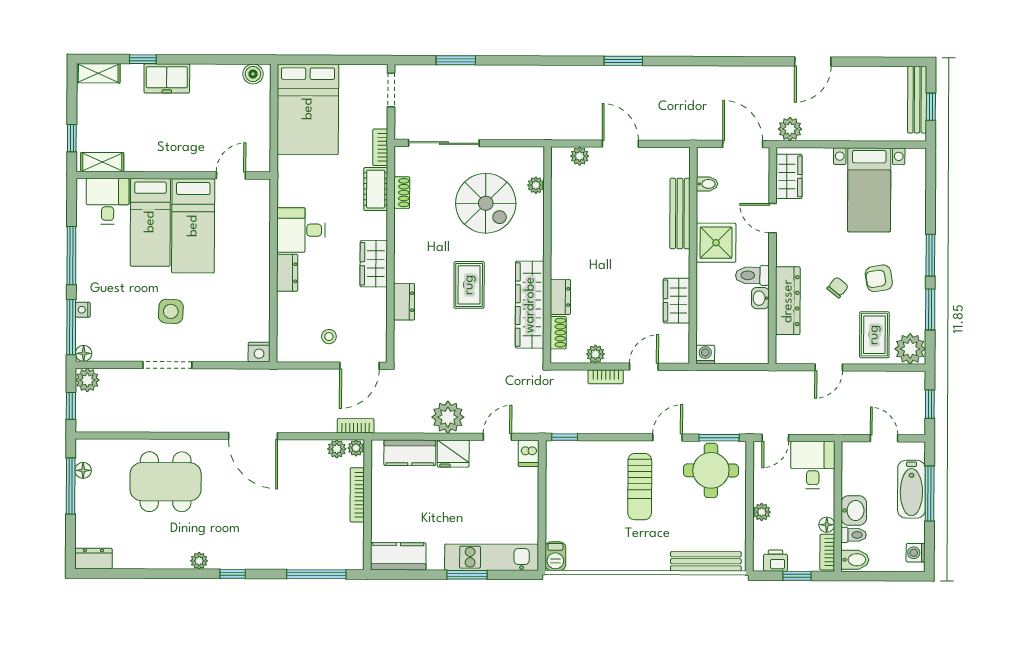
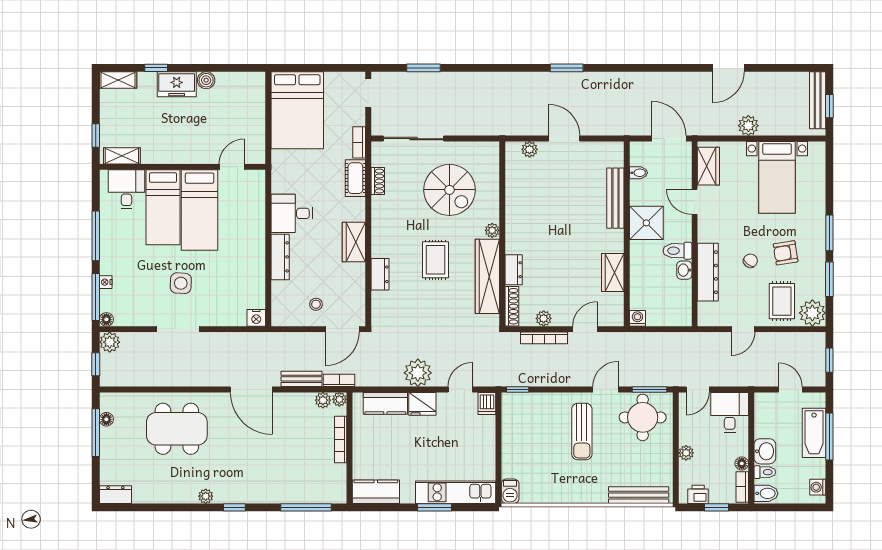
boiler: (253, 74) -> (206, 80), moved
plant: (790, 129) -> (748, 126), moved
plant: (536, 185) -> (492, 230), moved
dresser: (287, 273) -> (280, 257), width x1.44
shoe rack: (558, 333) -> (512, 306), width x1.43
bookcase: (606, 377) -> (544, 338), width x1.56
bench: (312, 424) -> (301, 379), added

